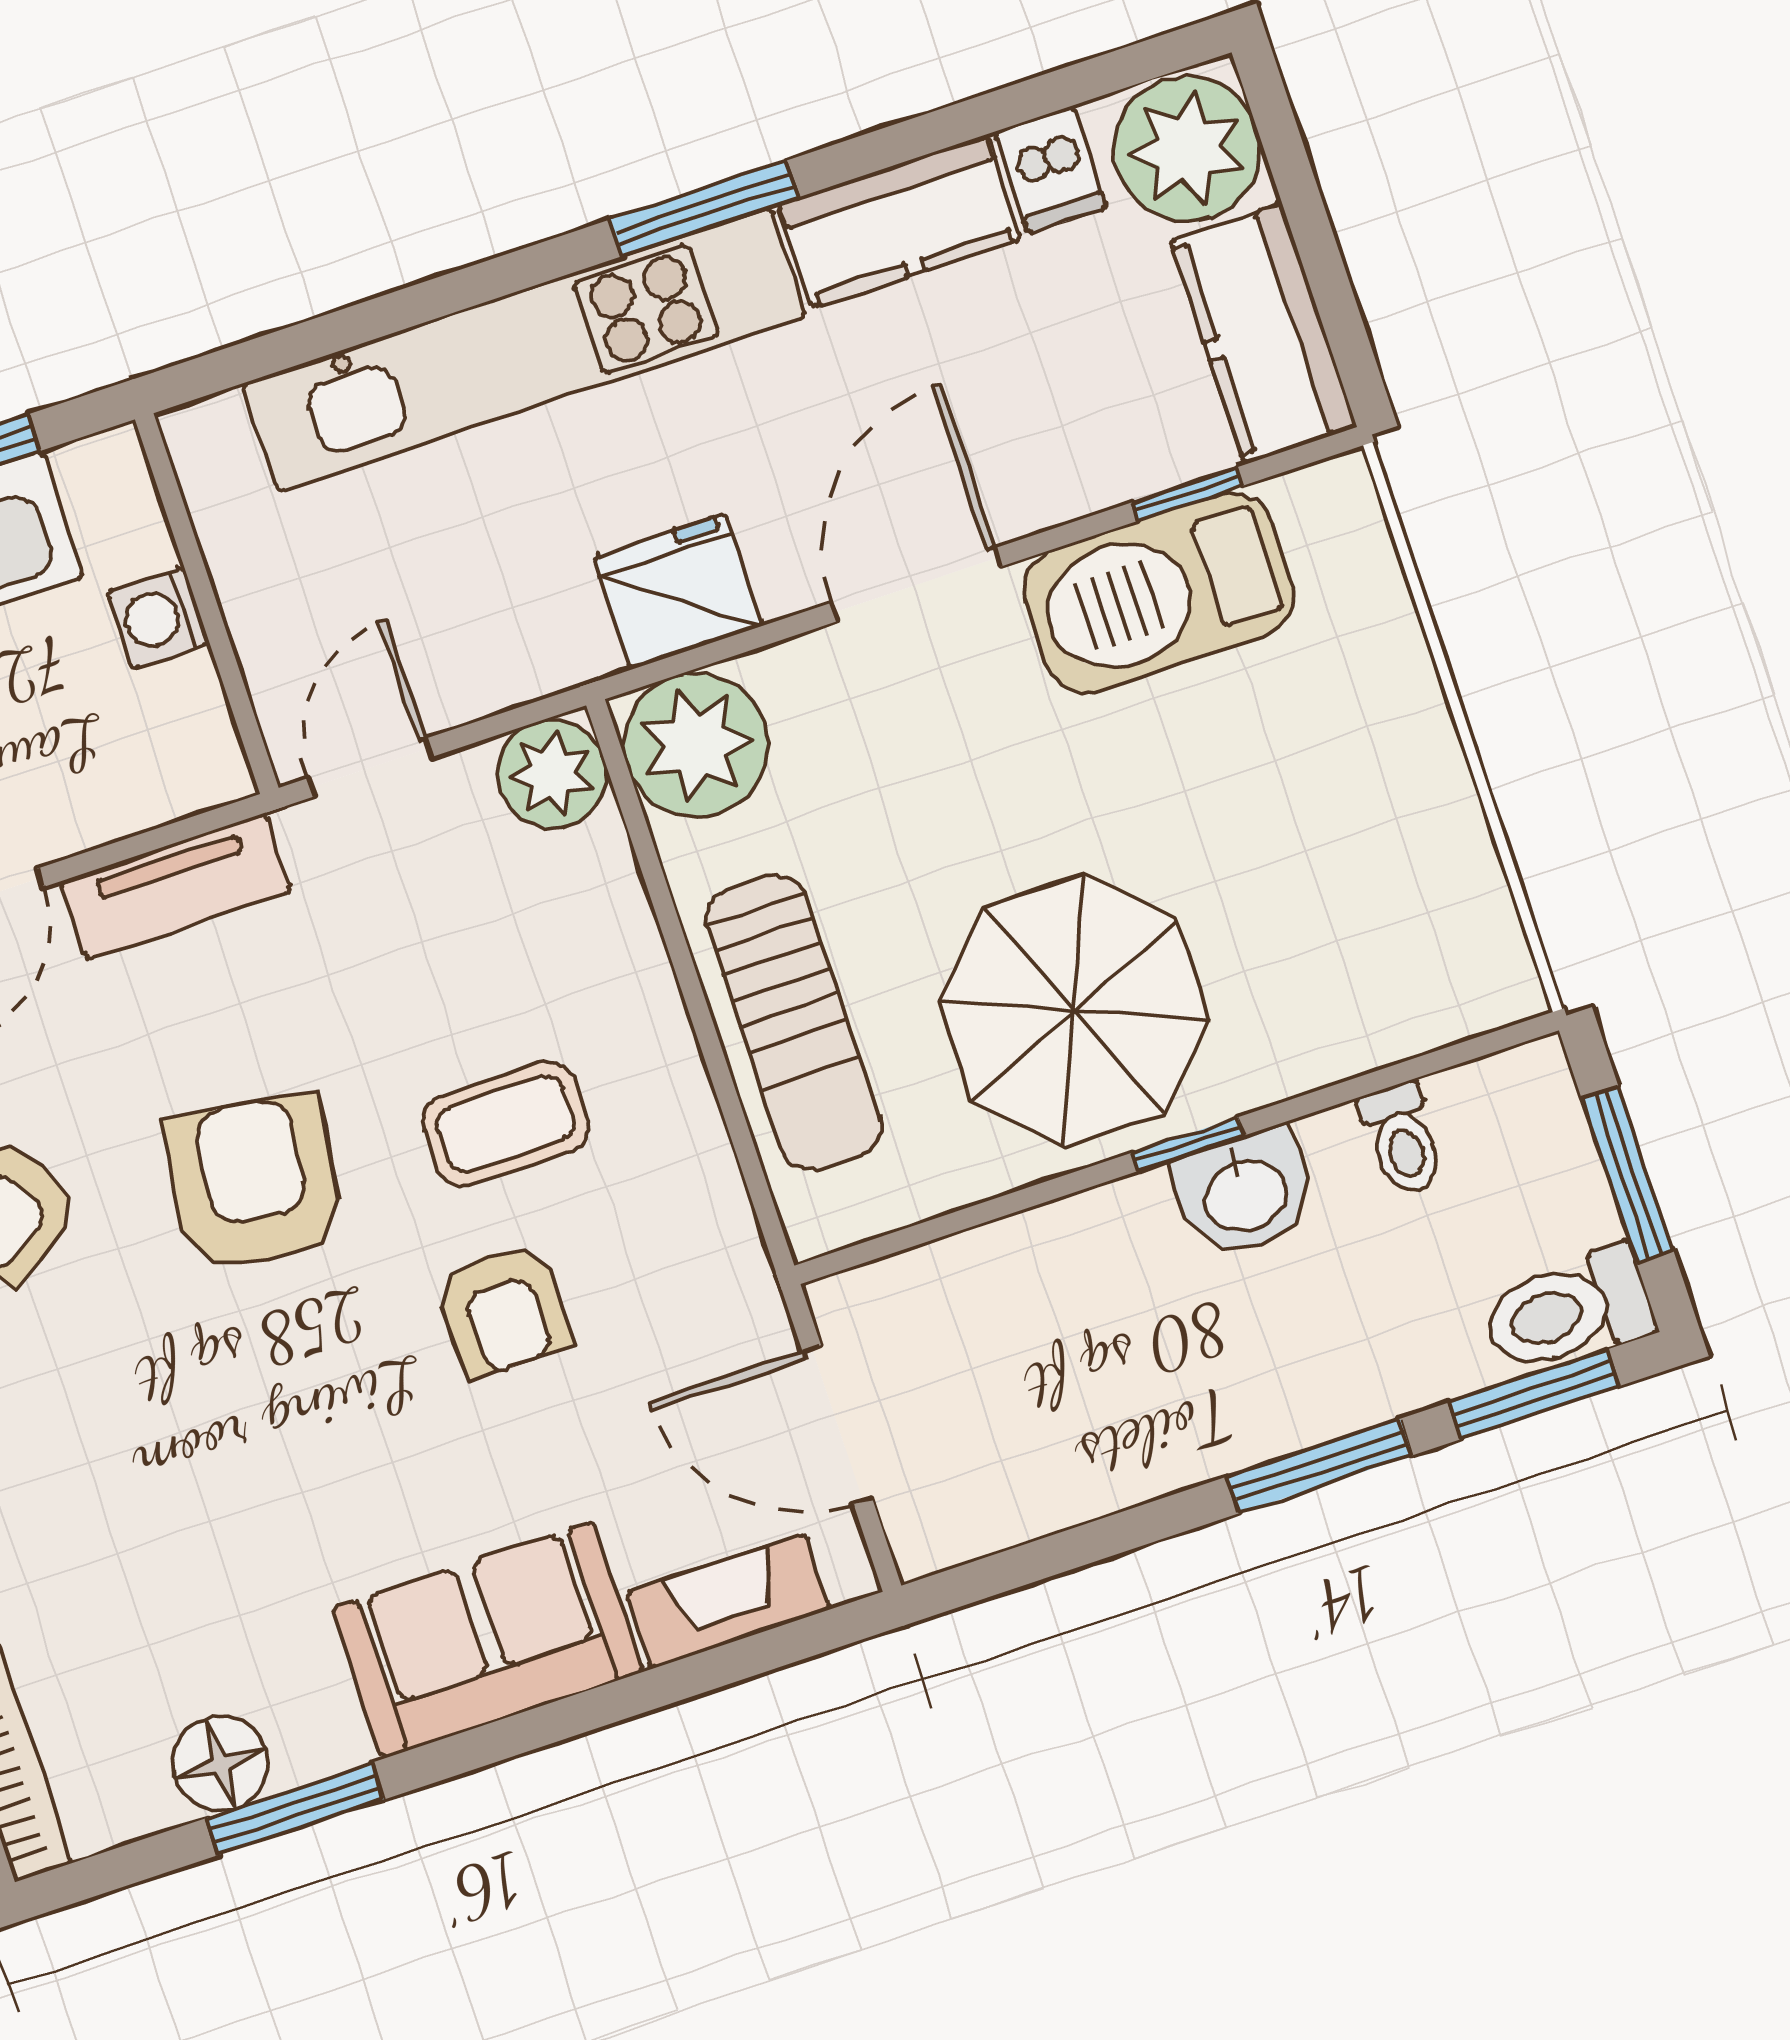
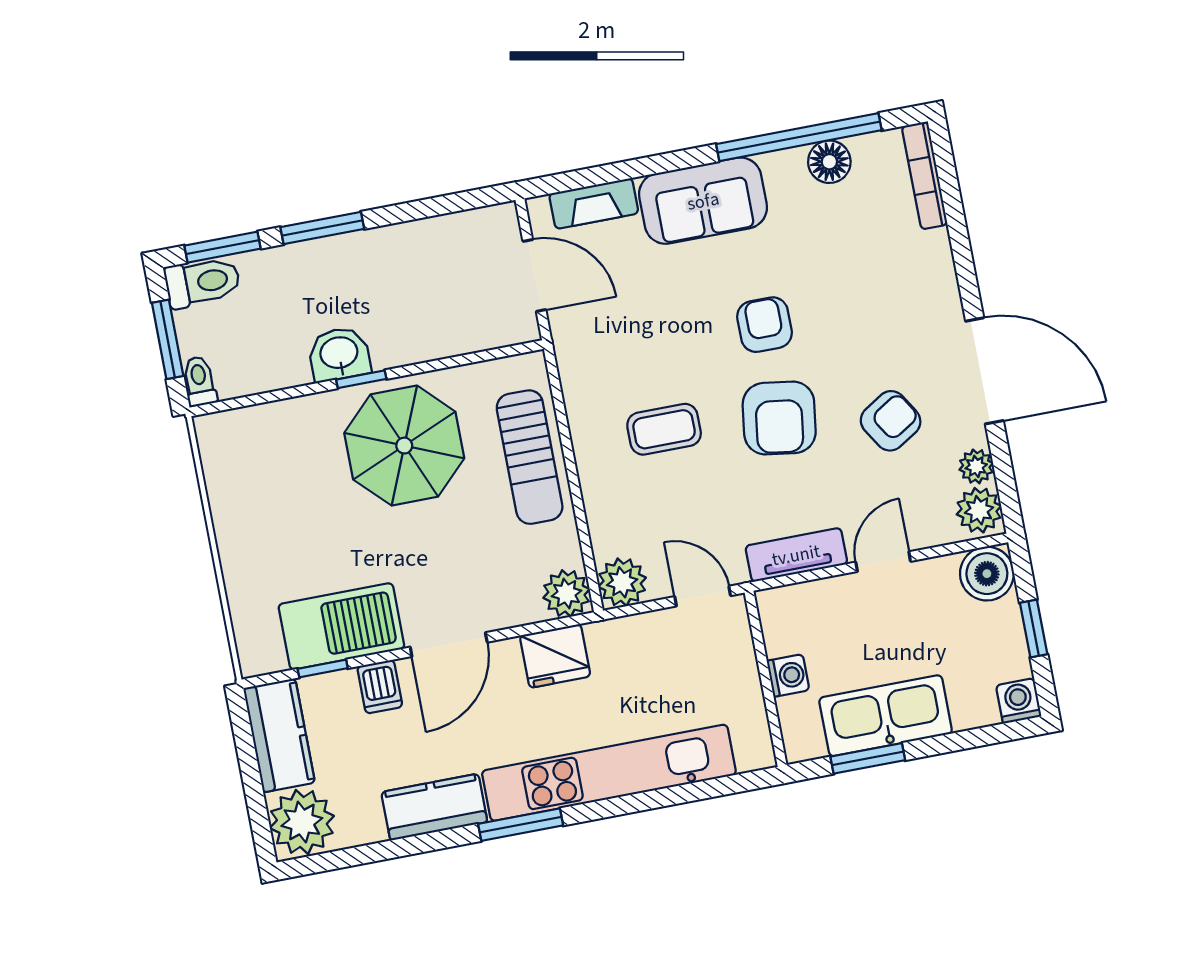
dishwasher: (1051, 170) -> (380, 687), moved, turned 180
plant: (696, 745) -> (566, 593), width x0.73, depth x0.73
door: (370, 767) -> (703, 596), swing flipped
sun lounger: (794, 1023) -> (530, 457), turned 180
toilet: (1402, 1139) -> (199, 381), moved
armchair: (504, 1310) -> (764, 325), moved
window: (295, 1809) -> (799, 137), width x2.11

